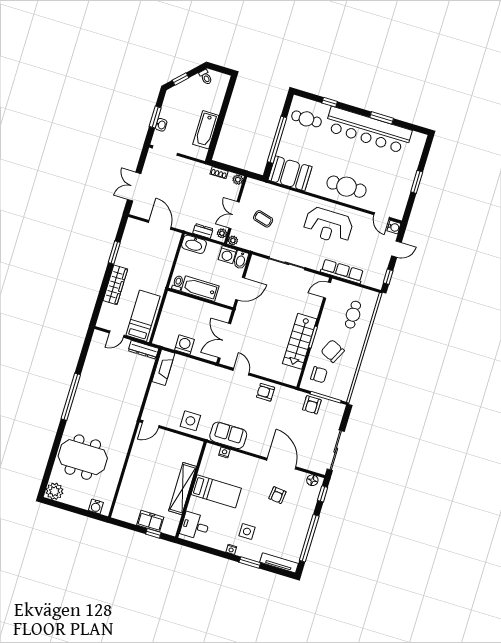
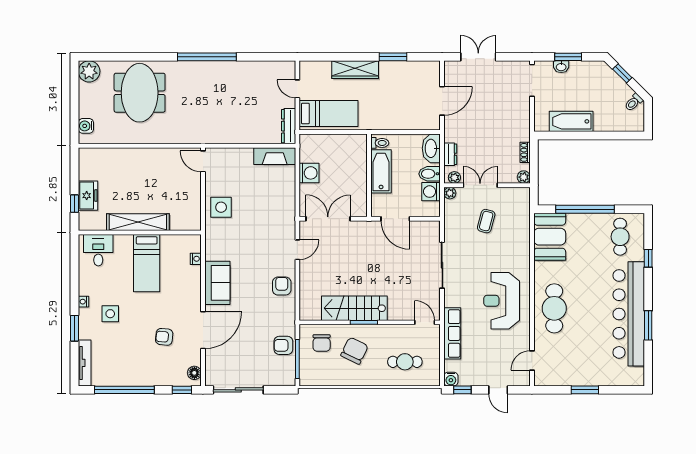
water cooler: (394, 227) -> (451, 379), moved
bidet: (241, 260) -> (430, 174), moved
sofa: (228, 435) -> (217, 283), moved

